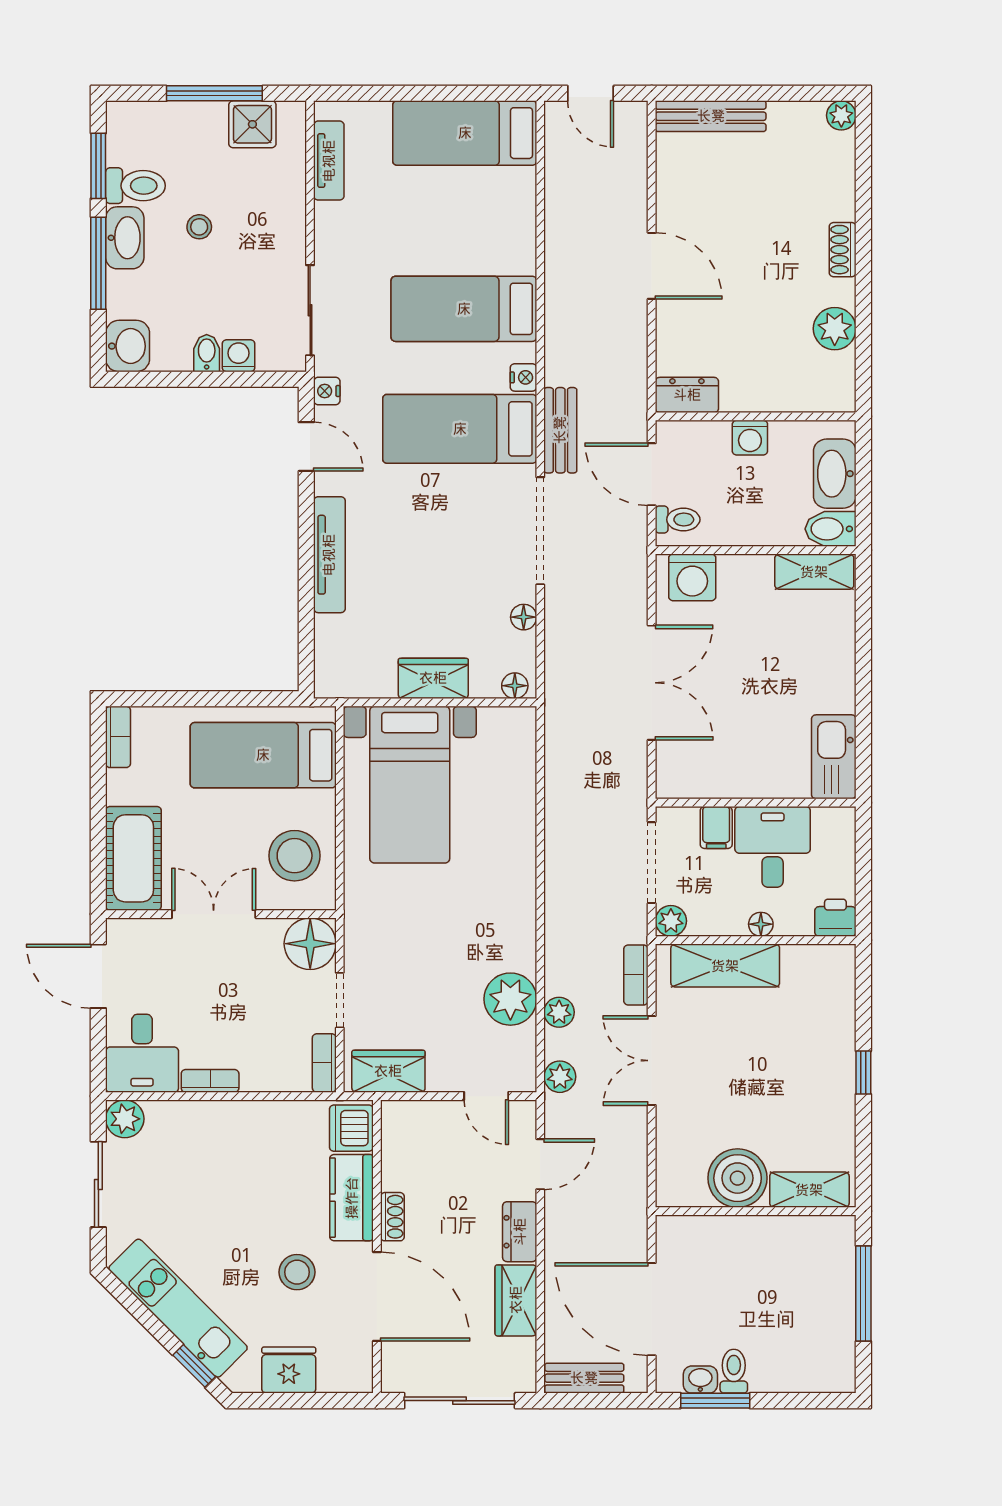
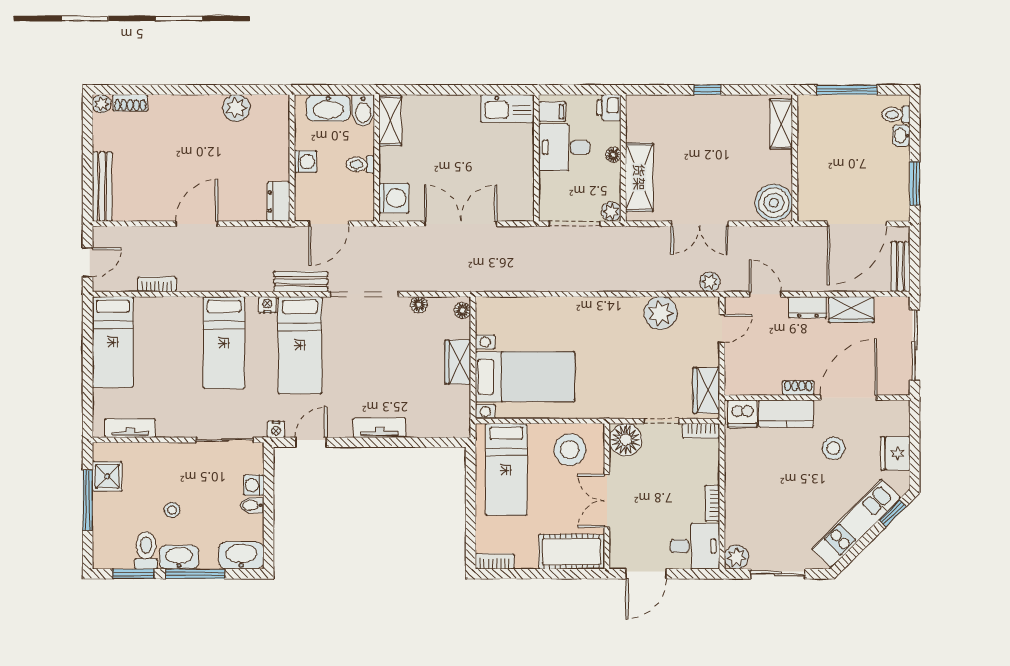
shoe rack: (843, 250) -> (130, 103), moved
washbasin: (128, 346) -> (241, 555), width x1.38
toilet: (678, 520) -> (360, 164), moved, turned -90
tv unit: (329, 555) -> (380, 428), width x0.71
filing cabinet: (716, 828) -> (552, 112), moved
bookcase: (636, 975) -> (157, 284), moved, turned 180
plant: (559, 1012) -> (669, 282), removed
boiler: (738, 1178) -> (774, 203), moved
toilet: (734, 1371) -> (896, 115), moved
washbasin: (700, 1380) -> (901, 136), moved

